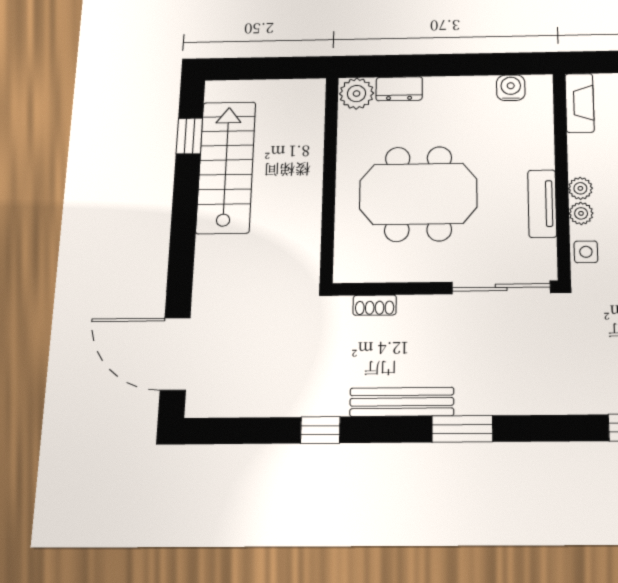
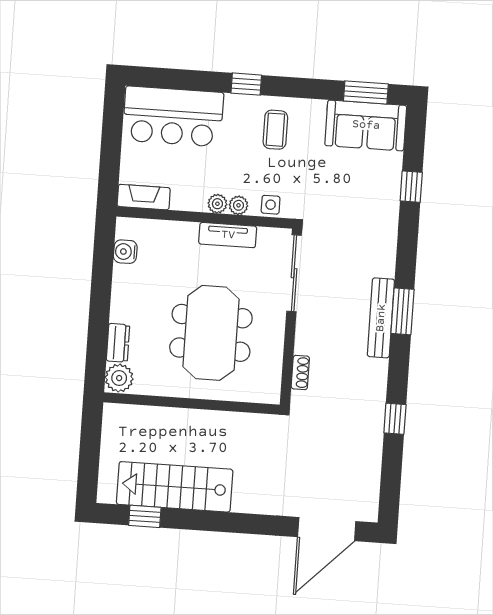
bench: (402, 402) -> (381, 318), moved

